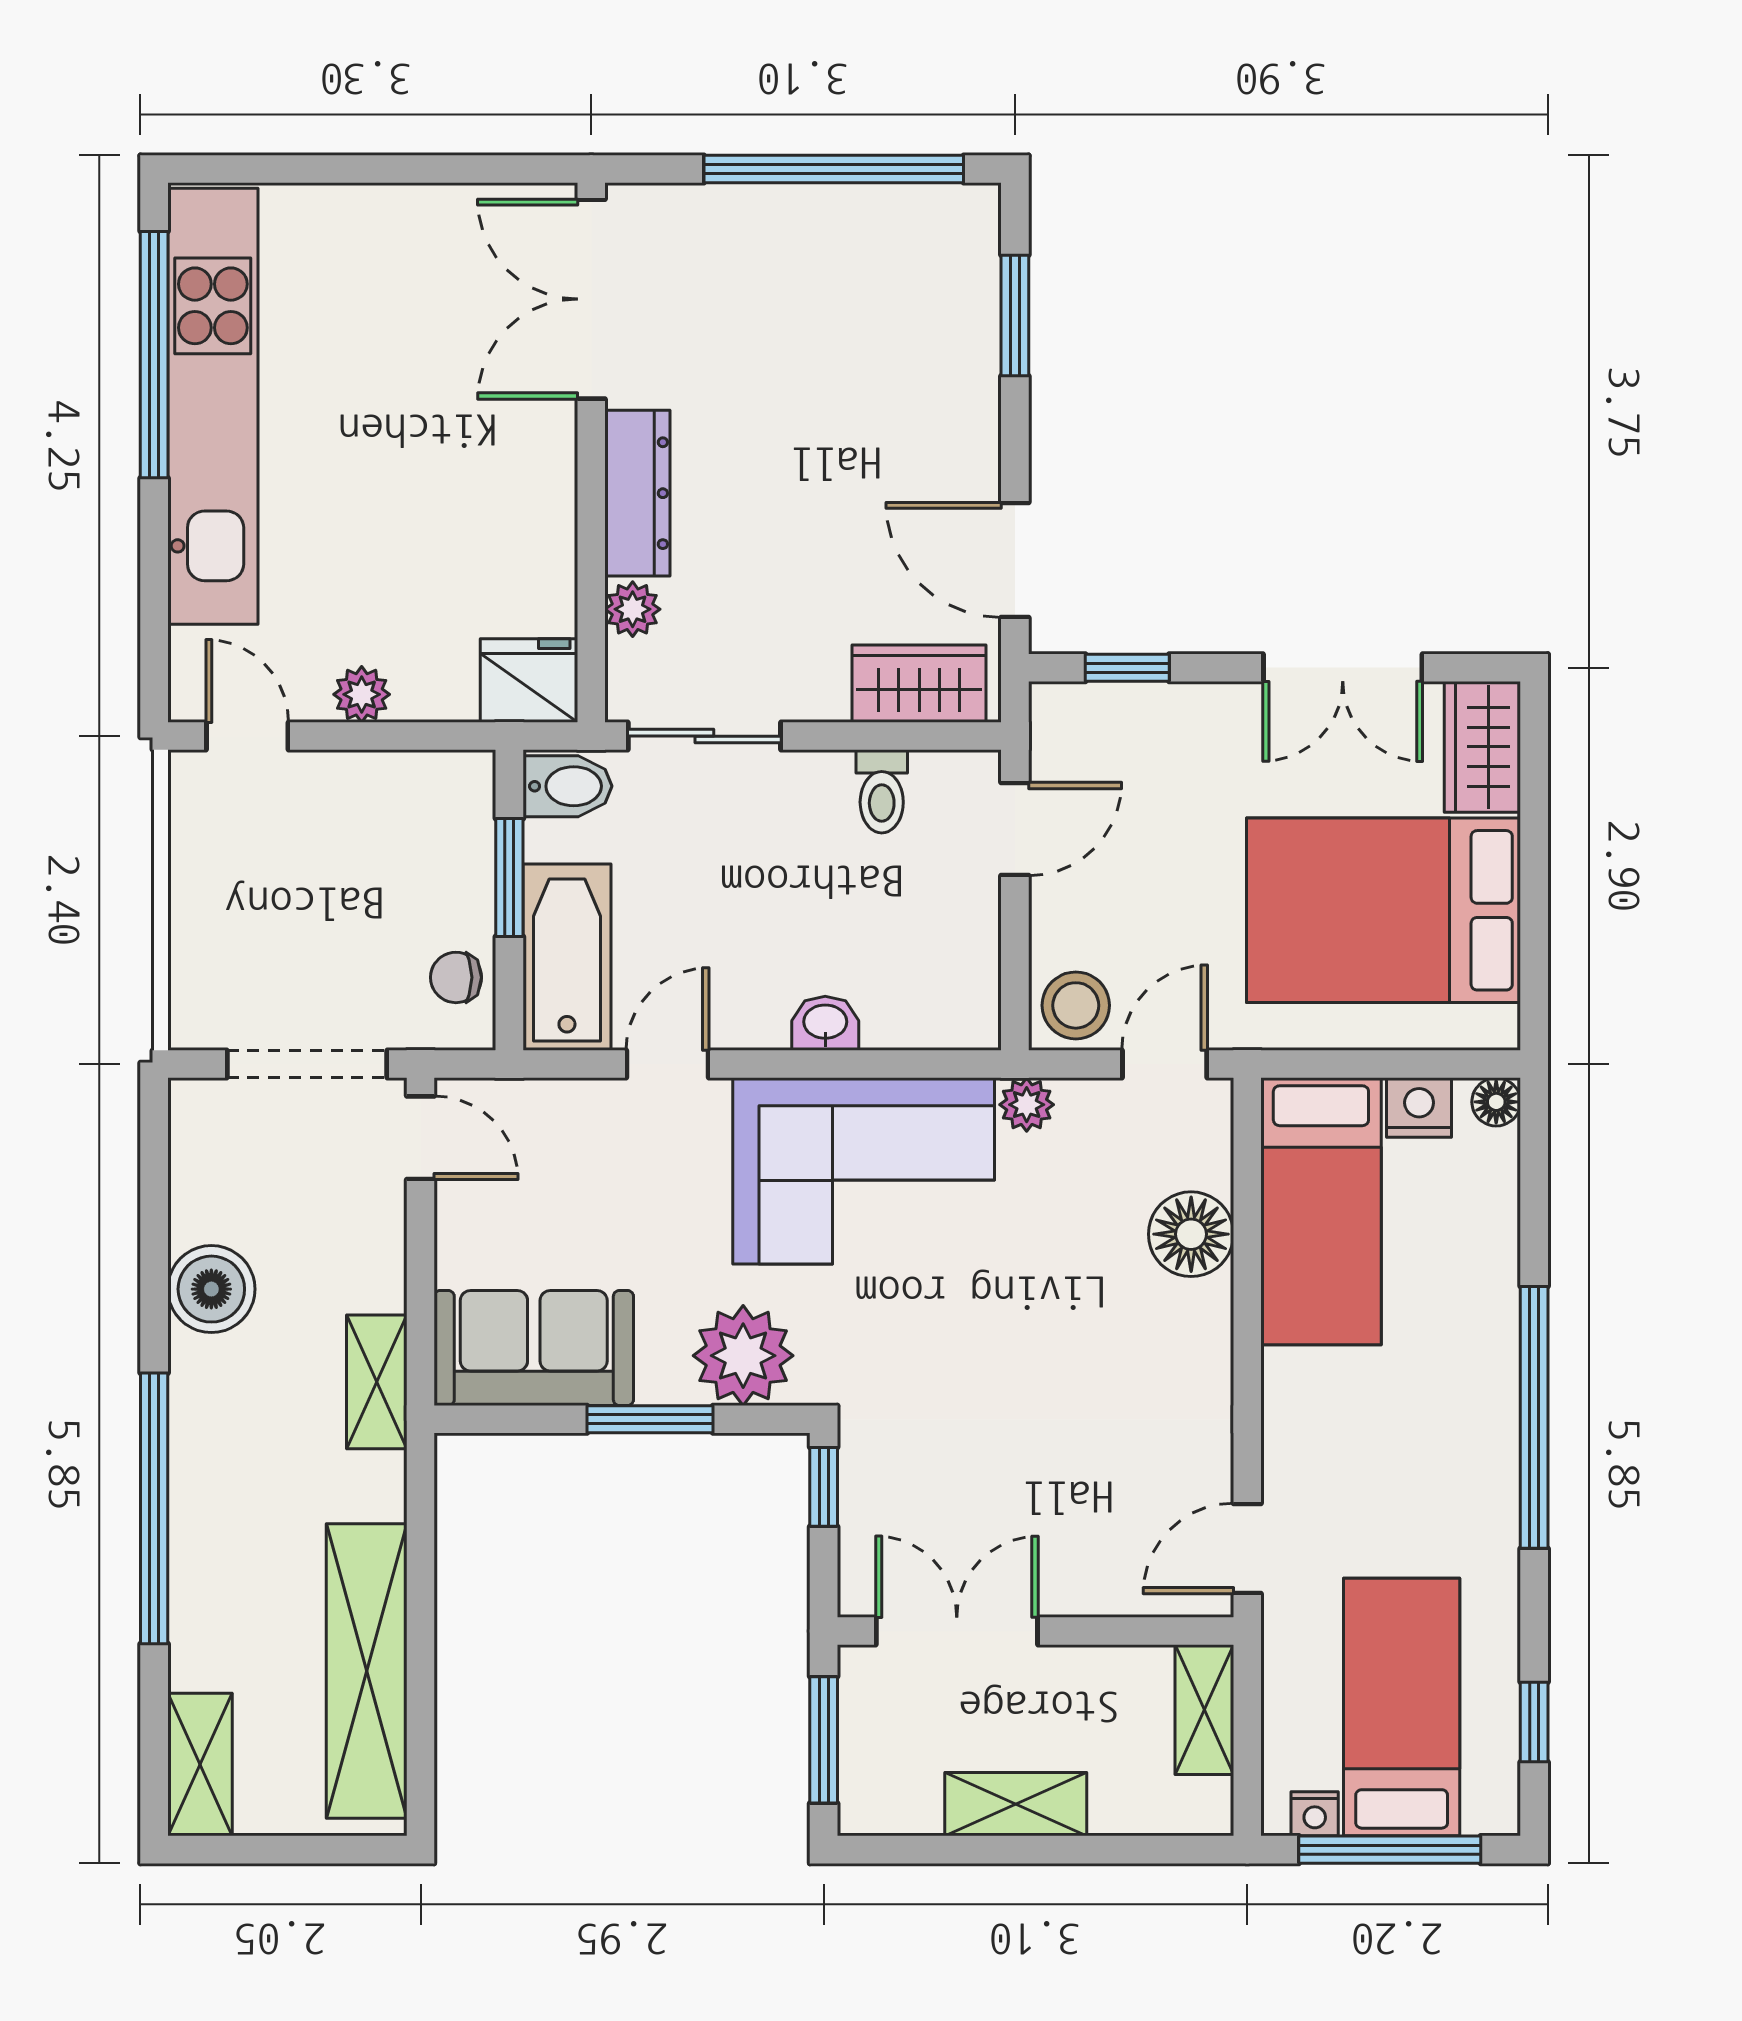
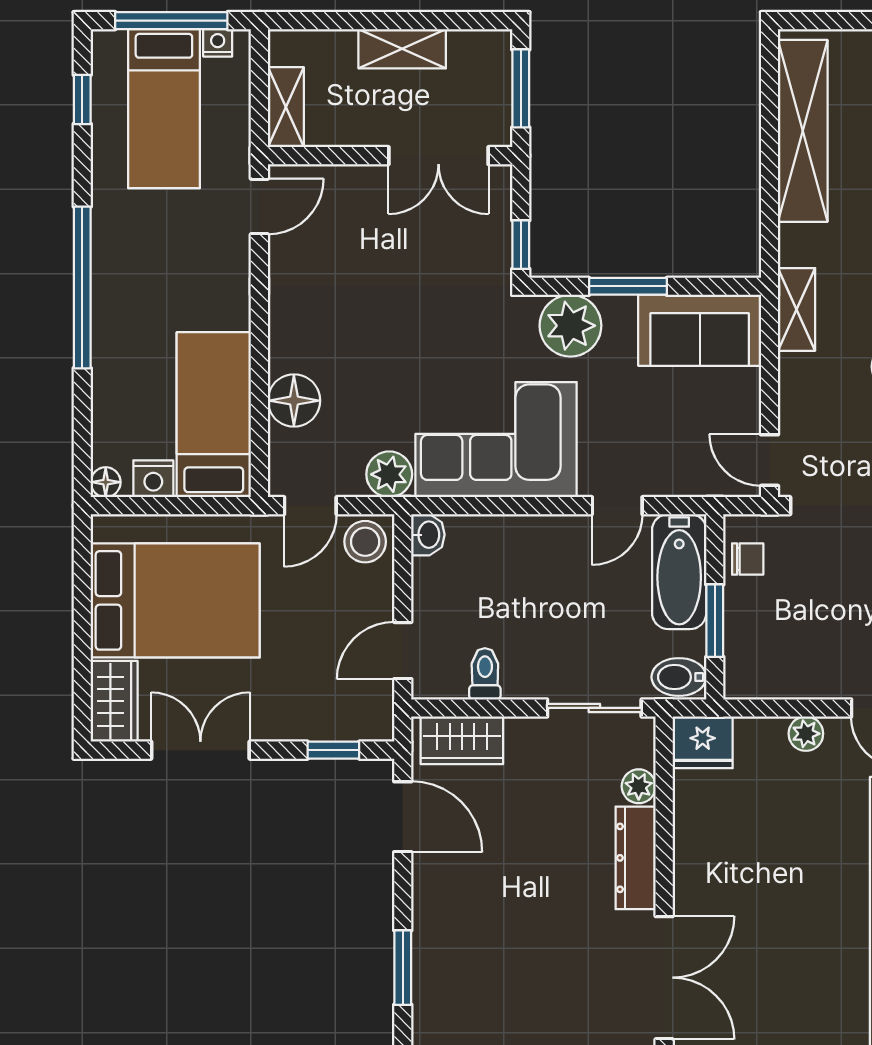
washbasin: (825, 1023) -> (428, 535), moved, turned -90
plant: (1027, 1105) -> (389, 474), width x1.38, depth x1.38

